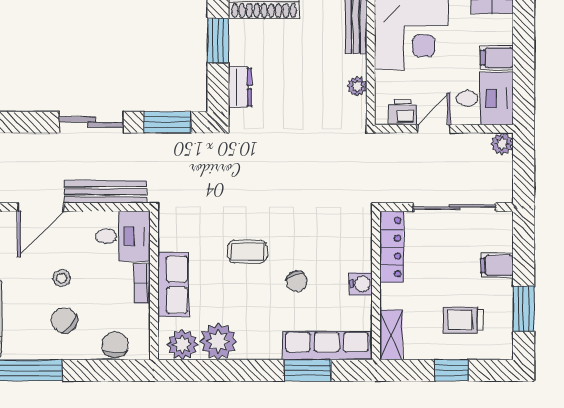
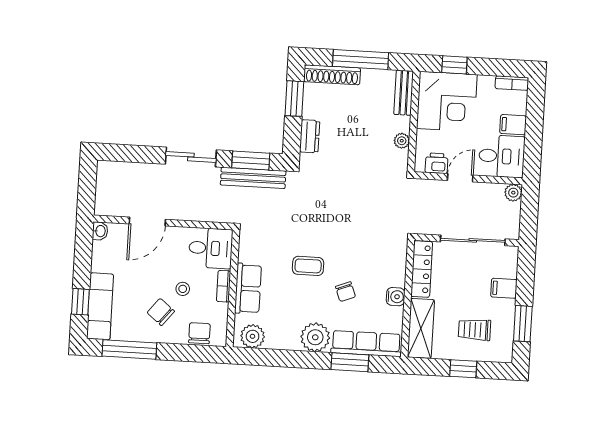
bench: (105, 192) -> (253, 178), moved
stool: (62, 278) -> (183, 289), moved
shelving: (391, 335) -> (421, 328), width x1.50, depth x1.33
plant: (218, 341) -> (315, 337), moved

